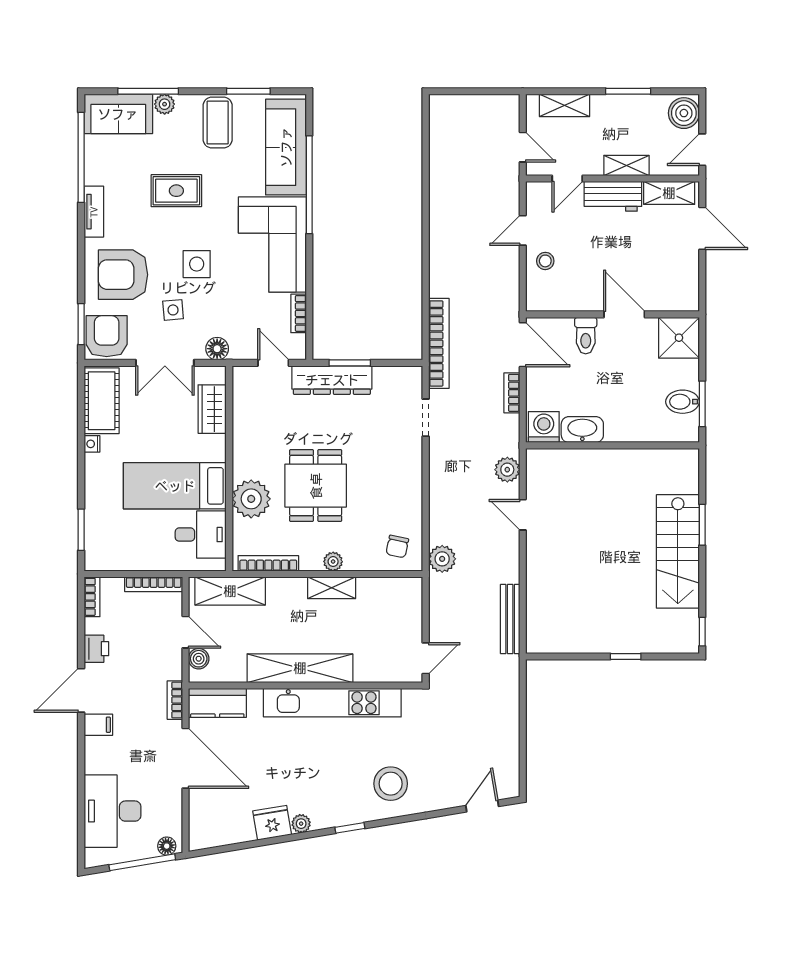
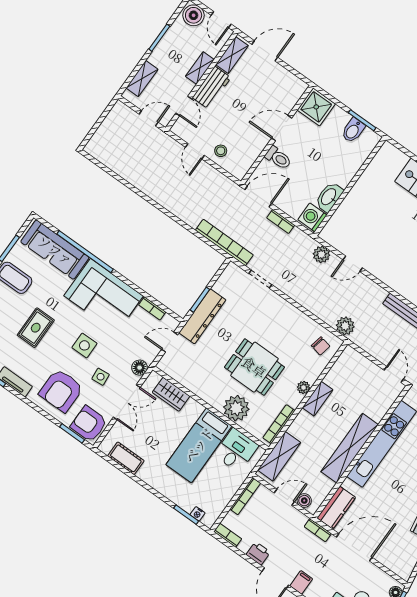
cot: (102, 401) -> (126, 458), width x0.73, depth x0.75
nightstand: (92, 444) -> (198, 514), moved

